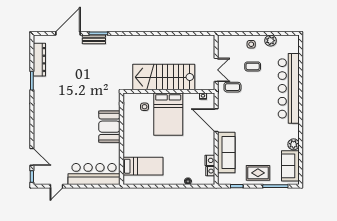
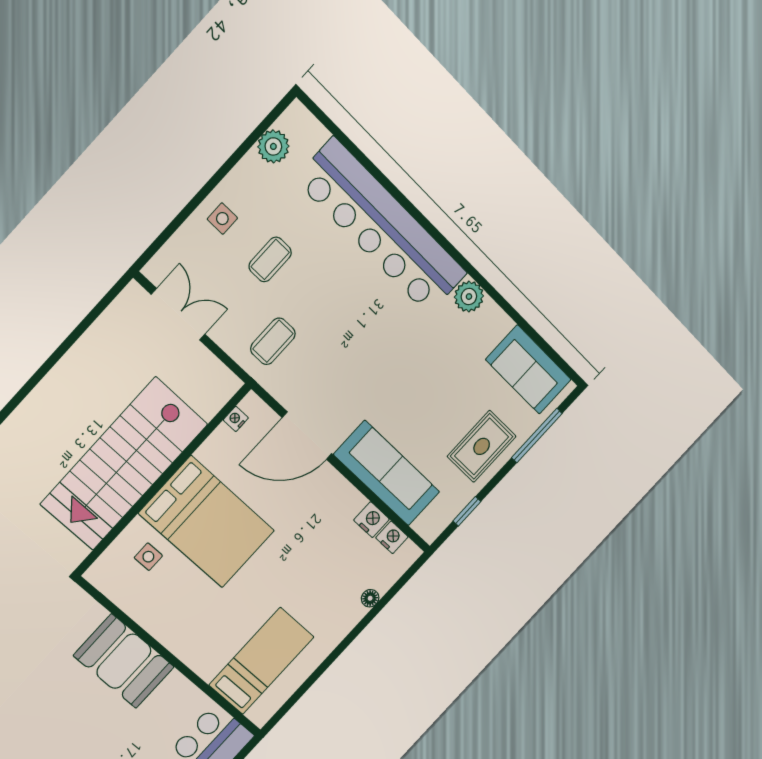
plant: (270, 41) -> (273, 146), moved
double door: (216, 70) -> (178, 314), moved
plant: (294, 144) -> (469, 297), moved

